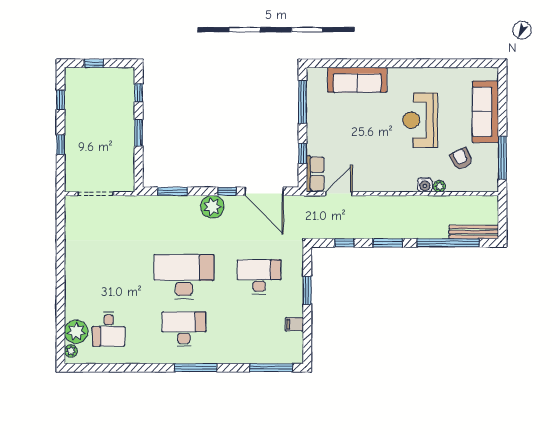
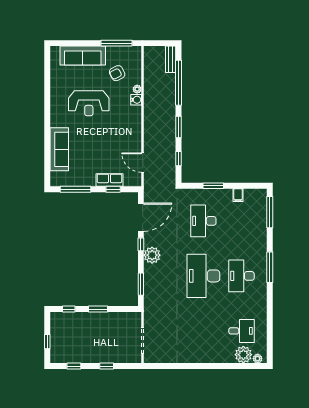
row of seats: (315, 174) -> (109, 180), moved
bench: (474, 232) -> (171, 59), width x0.73

